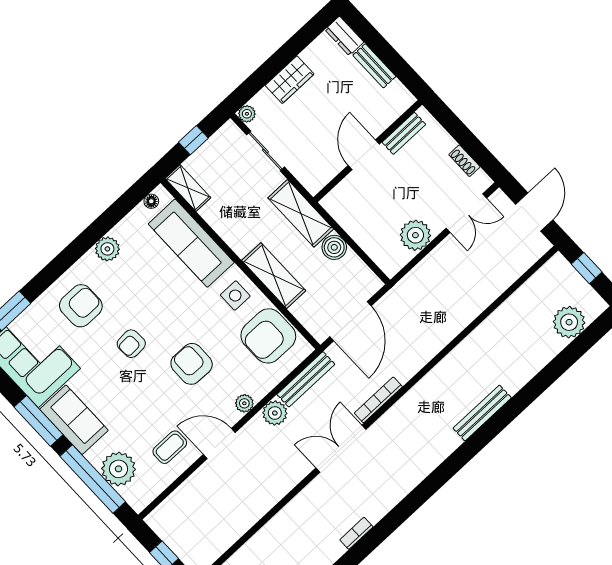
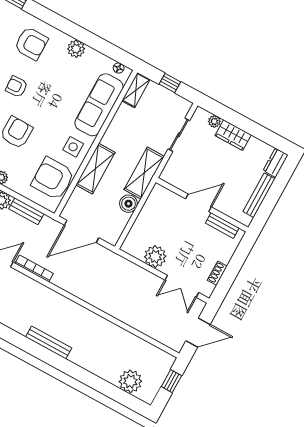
bench: (374, 66) -> (259, 195), width x1.36
plant: (247, 114) -> (214, 121), moved
bench: (306, 379) -> (26, 211), width x0.73

